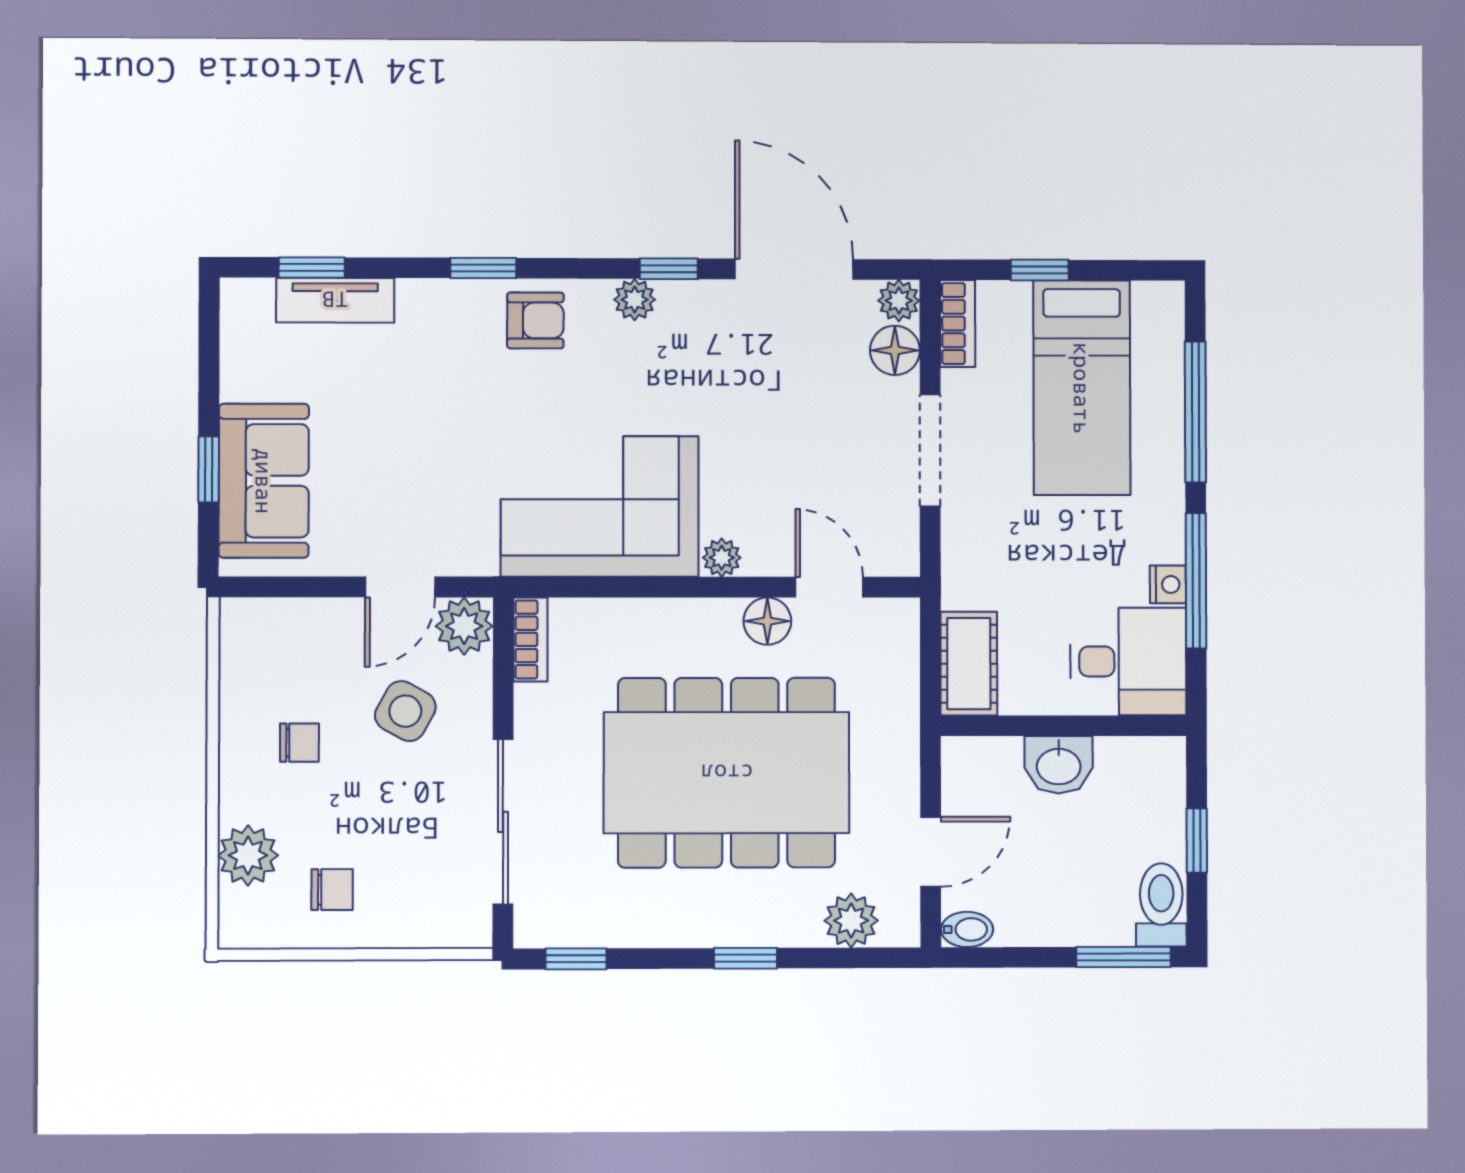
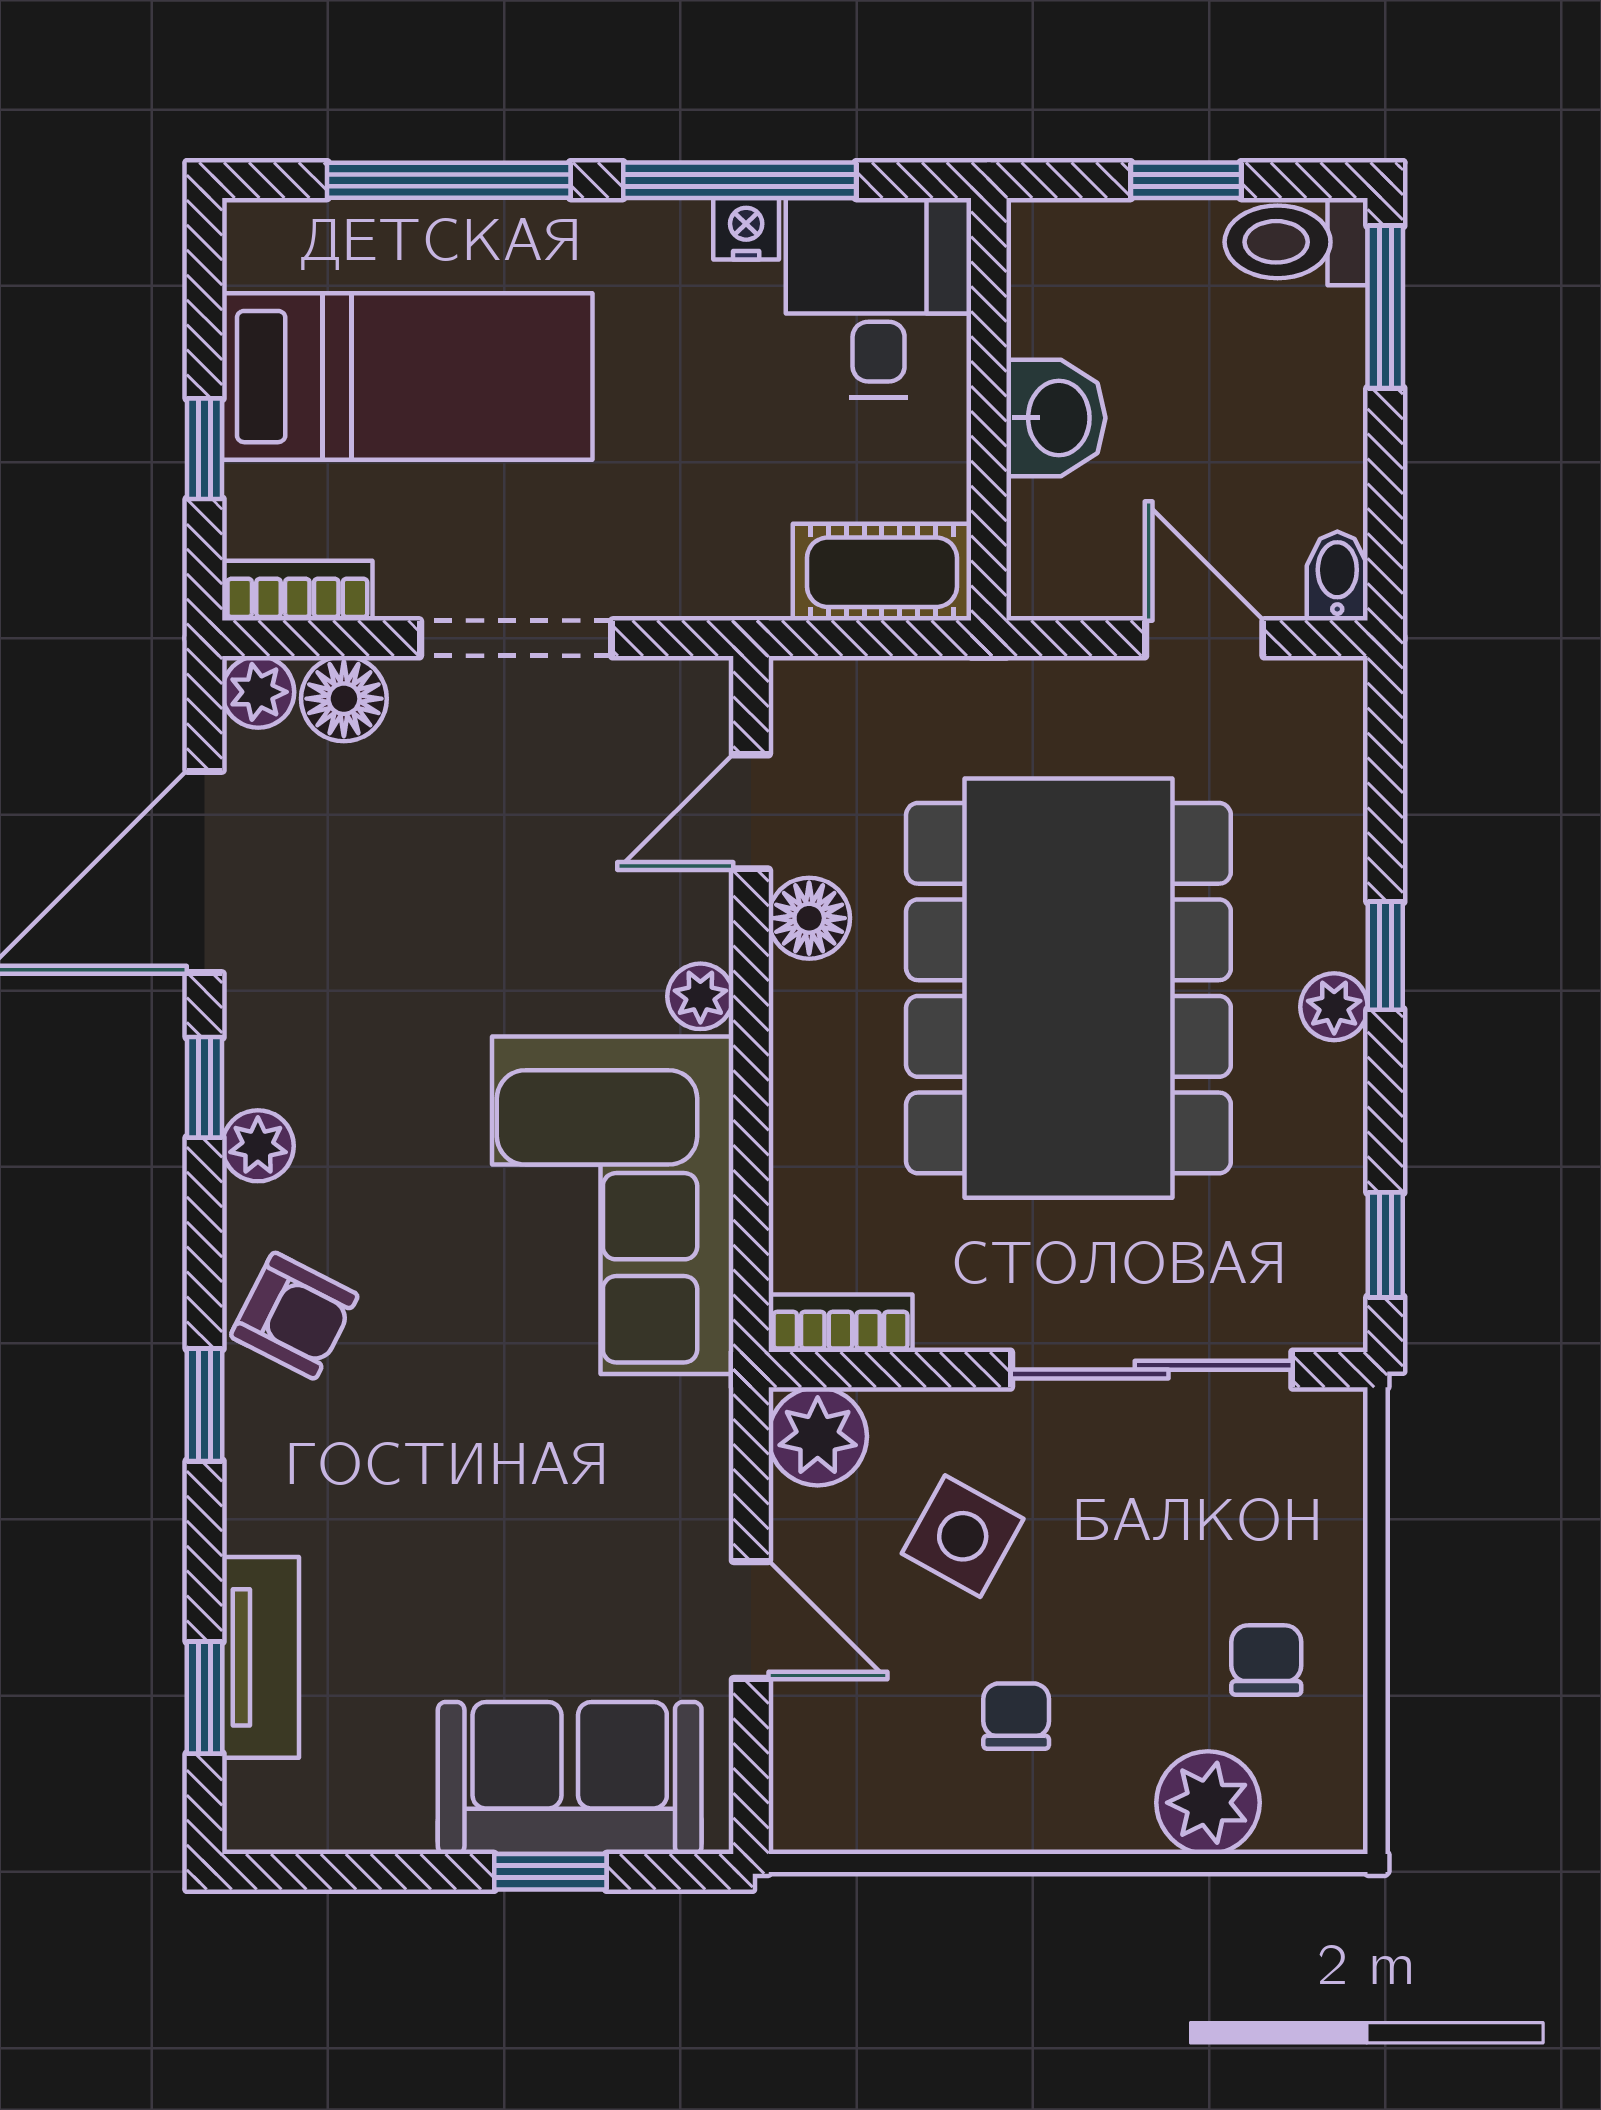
armchair: (535, 320) -> (294, 1316), turned 117
door: (400, 587) -> (751, 1620), moved
plant: (851, 921) -> (1334, 1007), moved, width x0.73, depth x0.73

